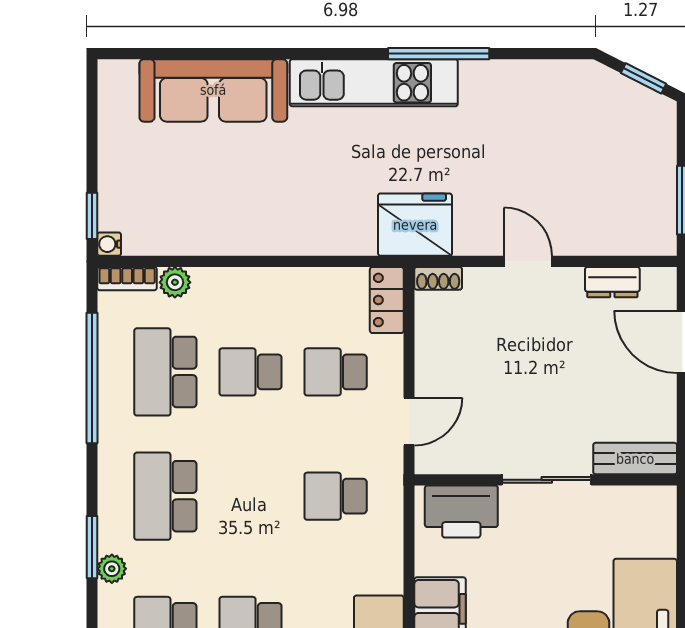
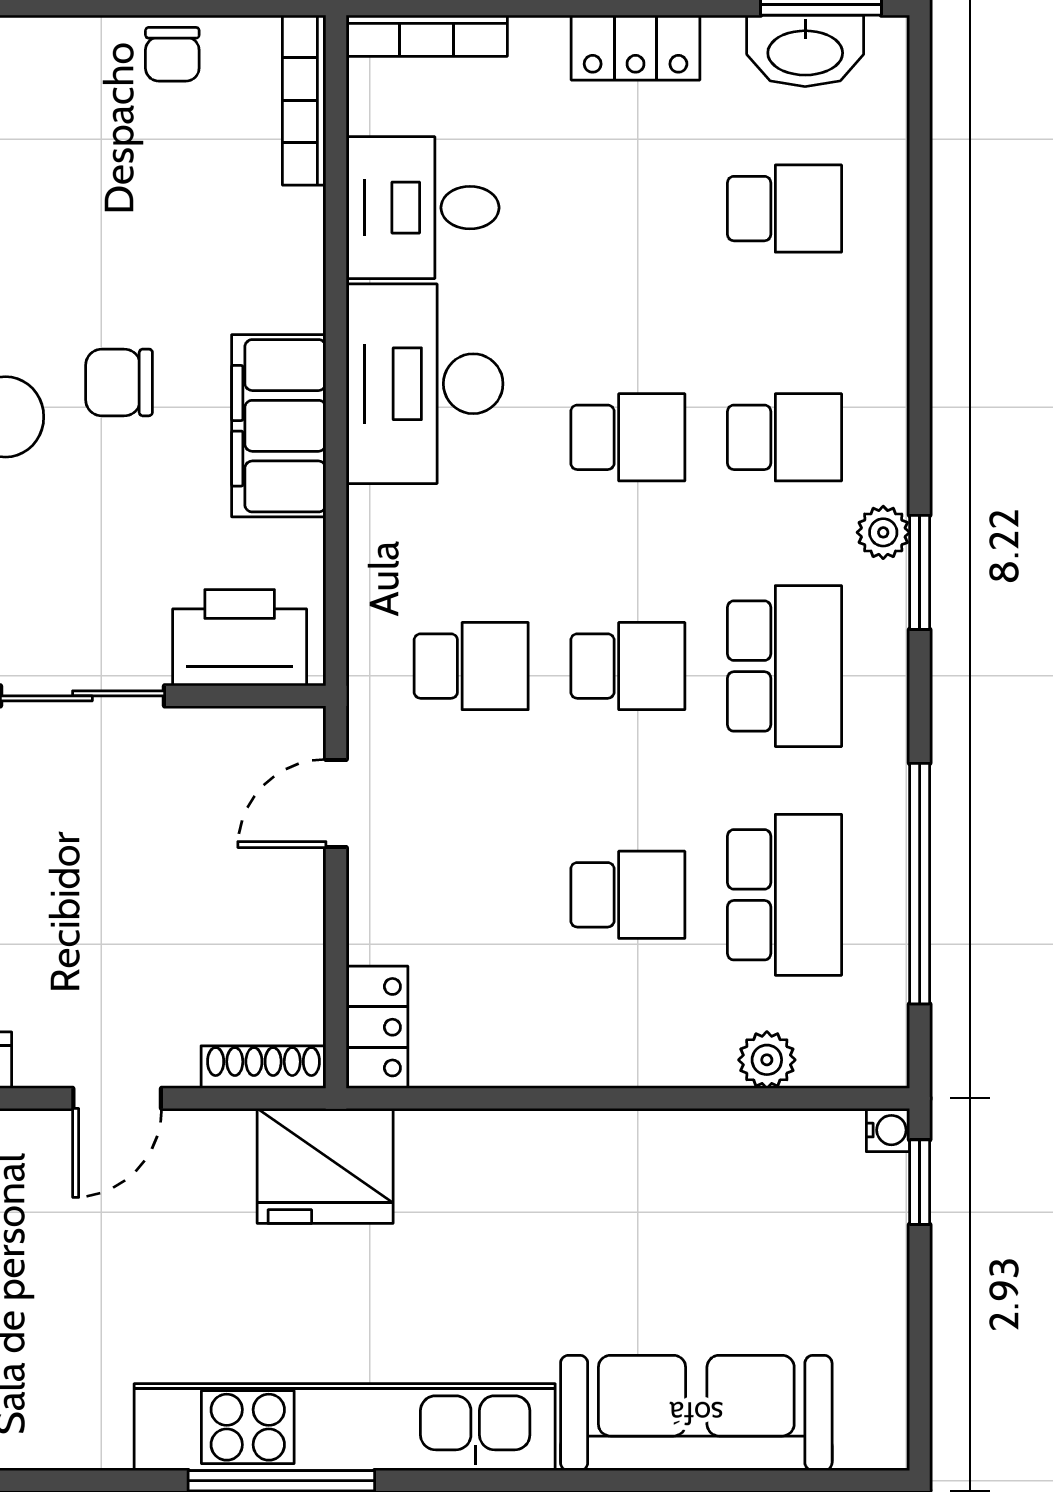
kitchen unit: (374, 83) -> (345, 1427), width x1.36
door: (528, 261) -> (117, 1098), hinge flipped
shoe rack: (438, 278) -> (264, 1067), width x1.43
bookcase: (127, 279) -> (855, 1067), removed
school desk: (336, 372) -> (628, 666), moved

